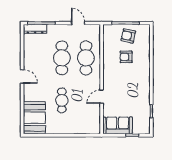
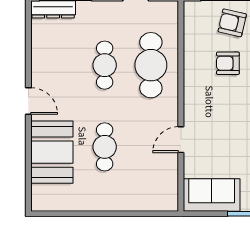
cafe table: (62, 58) -> (105, 65), width x0.73, depth x0.74
booth: (34, 118) -> (52, 152), moved

